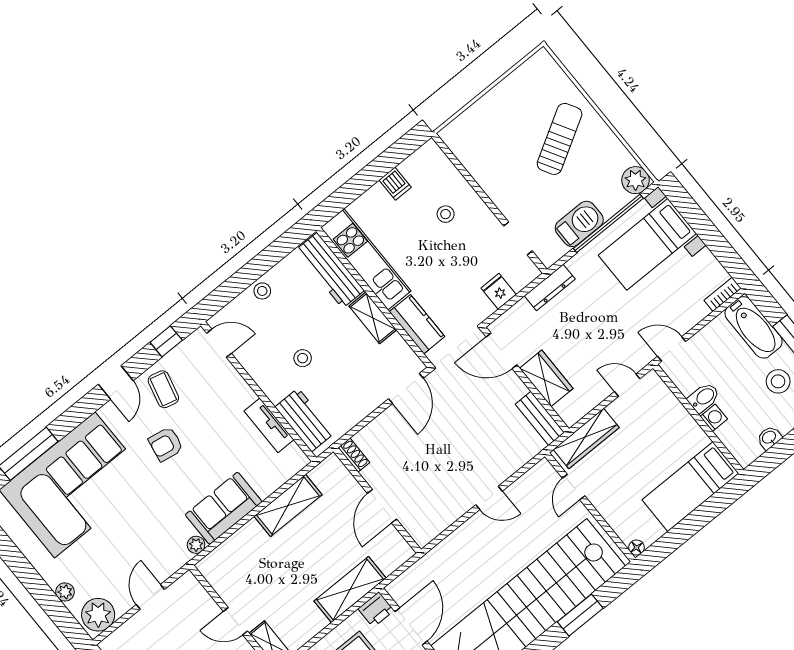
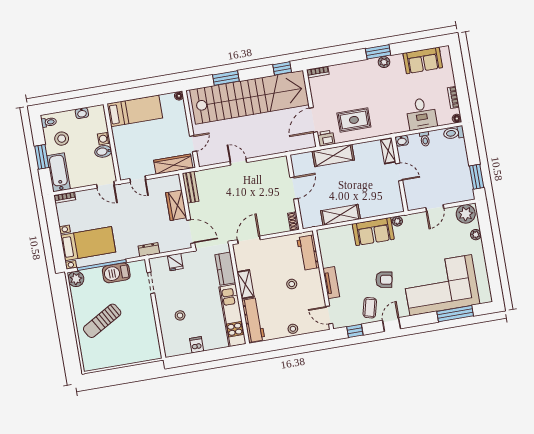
dresser: (550, 287) -> (149, 250), width x0.70
tv unit: (269, 425) -> (331, 283), moved

